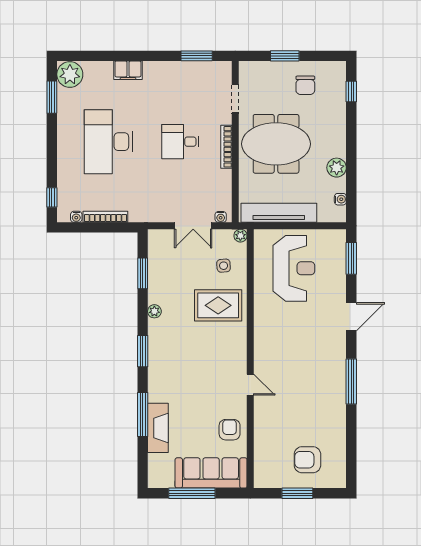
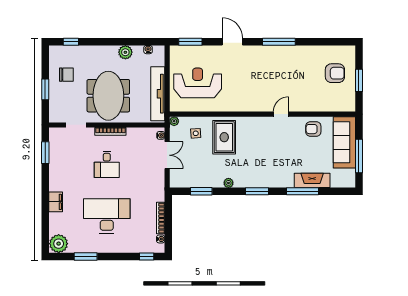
window: (52, 97) -> (86, 256), moved
desk: (108, 142) -> (107, 216), turned 180
armchair: (307, 460) -> (335, 73), turned -90

